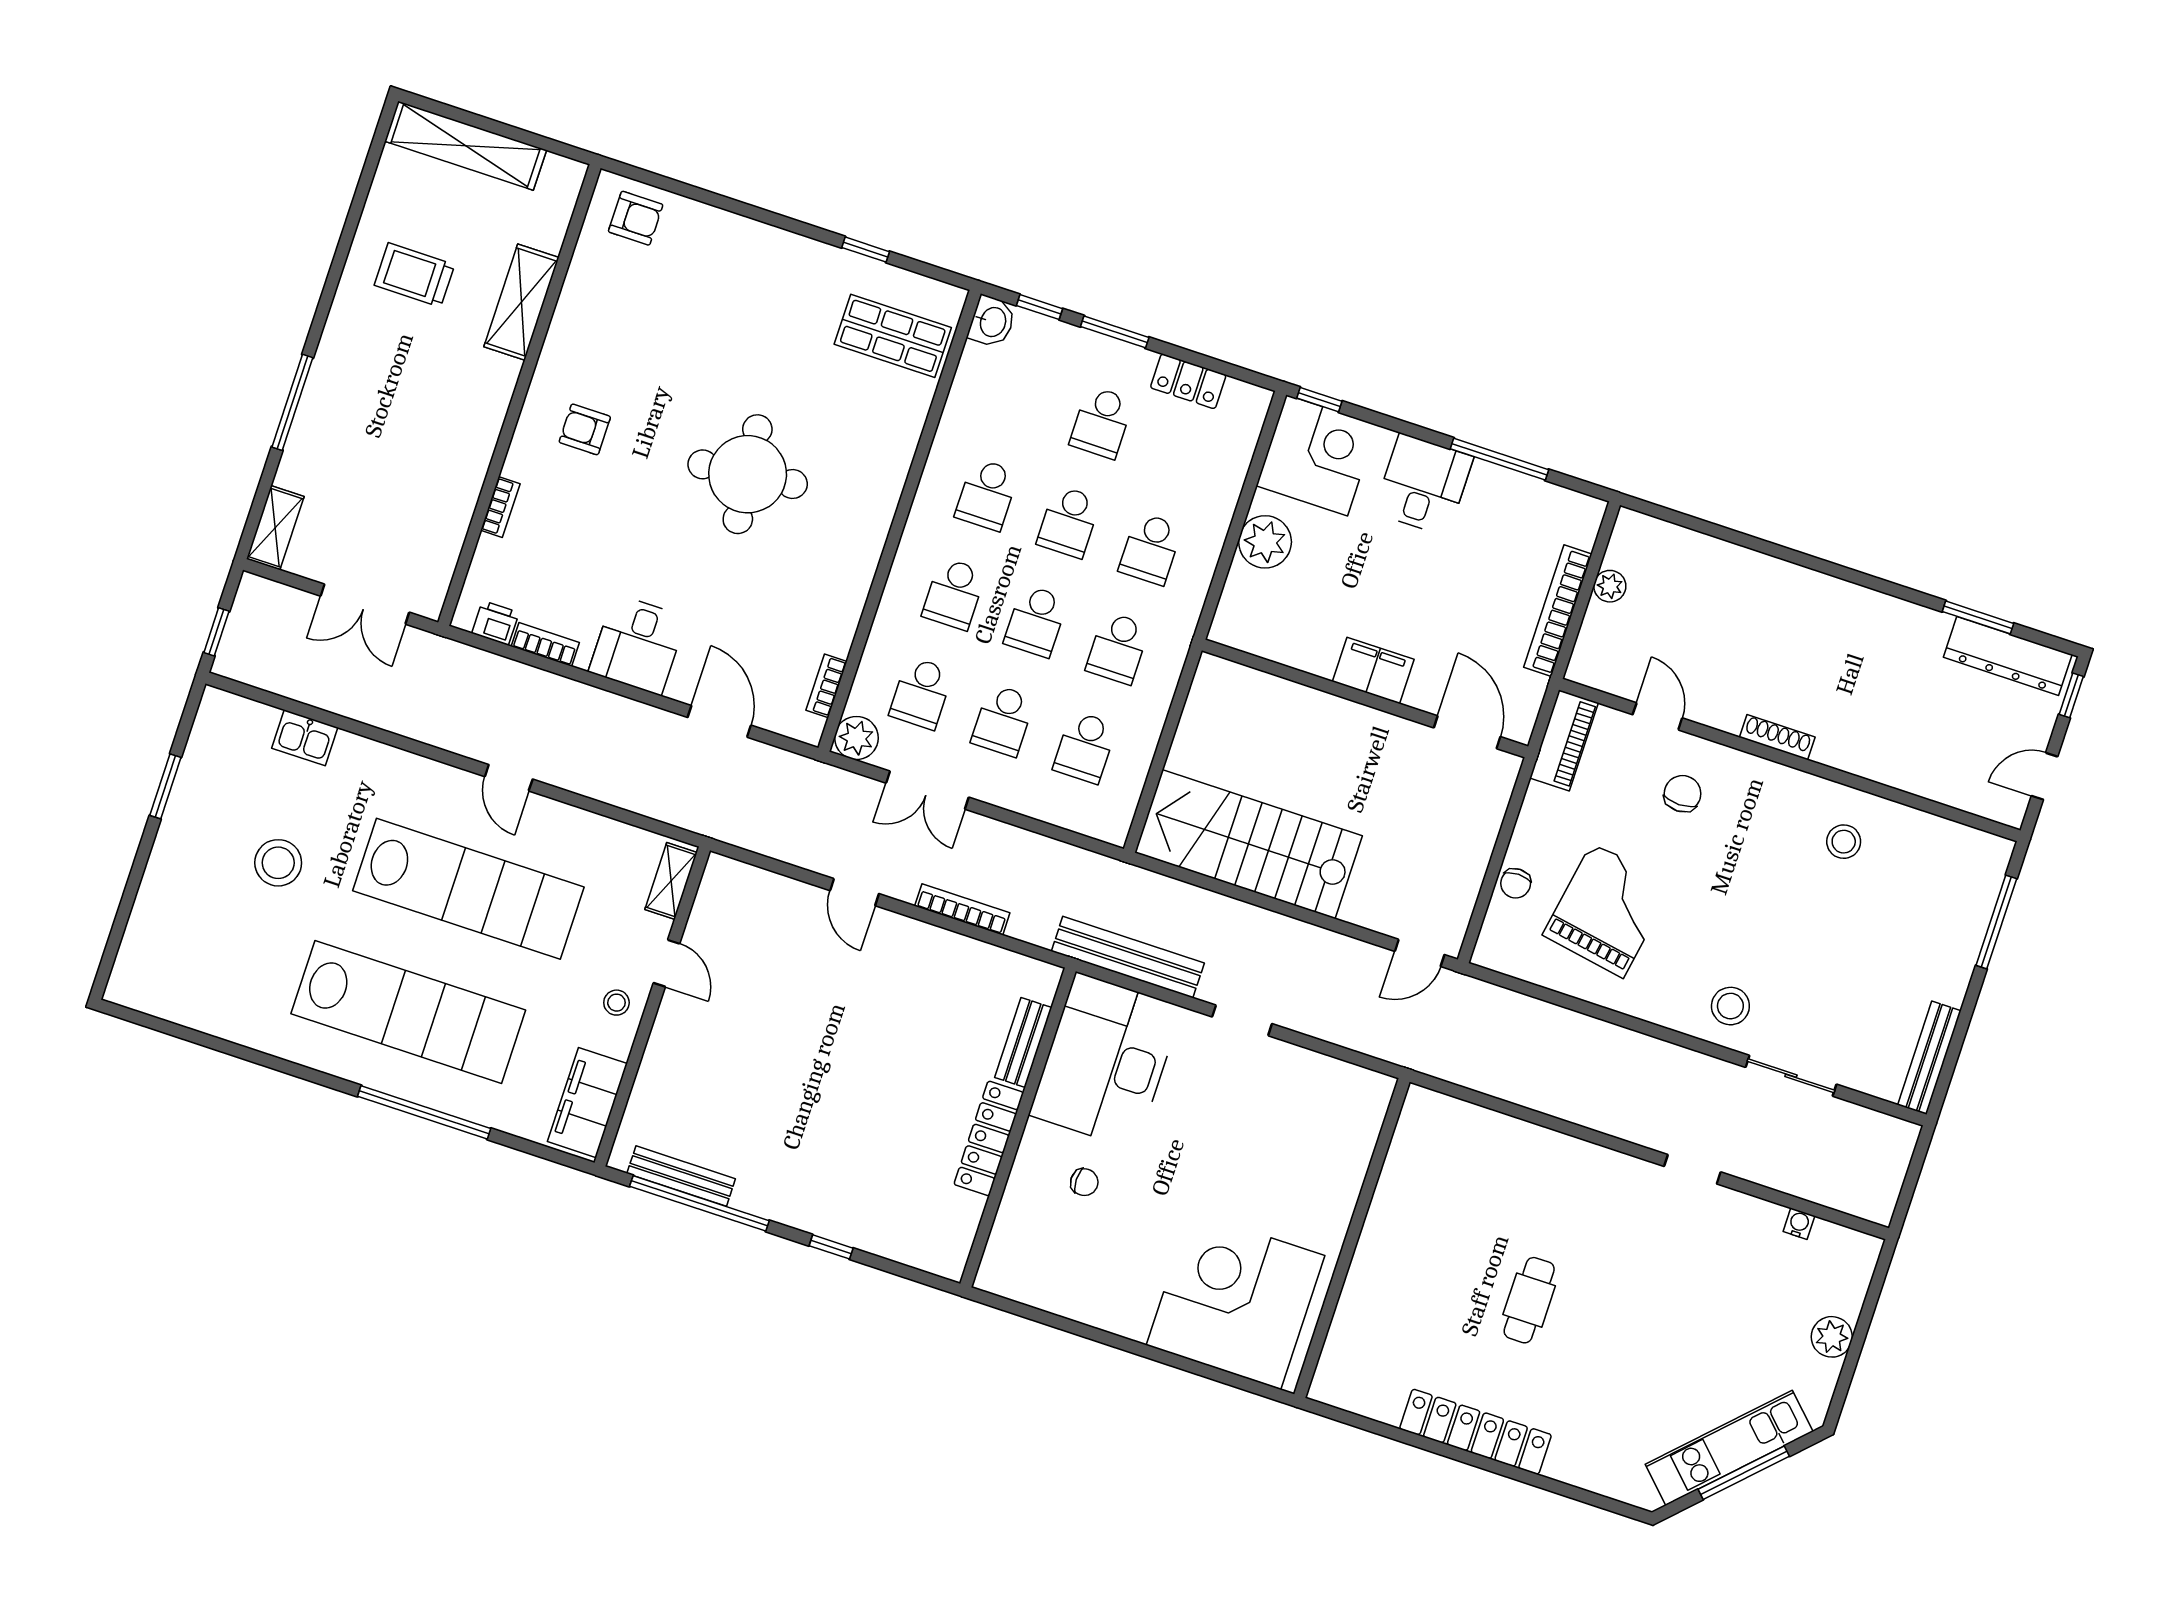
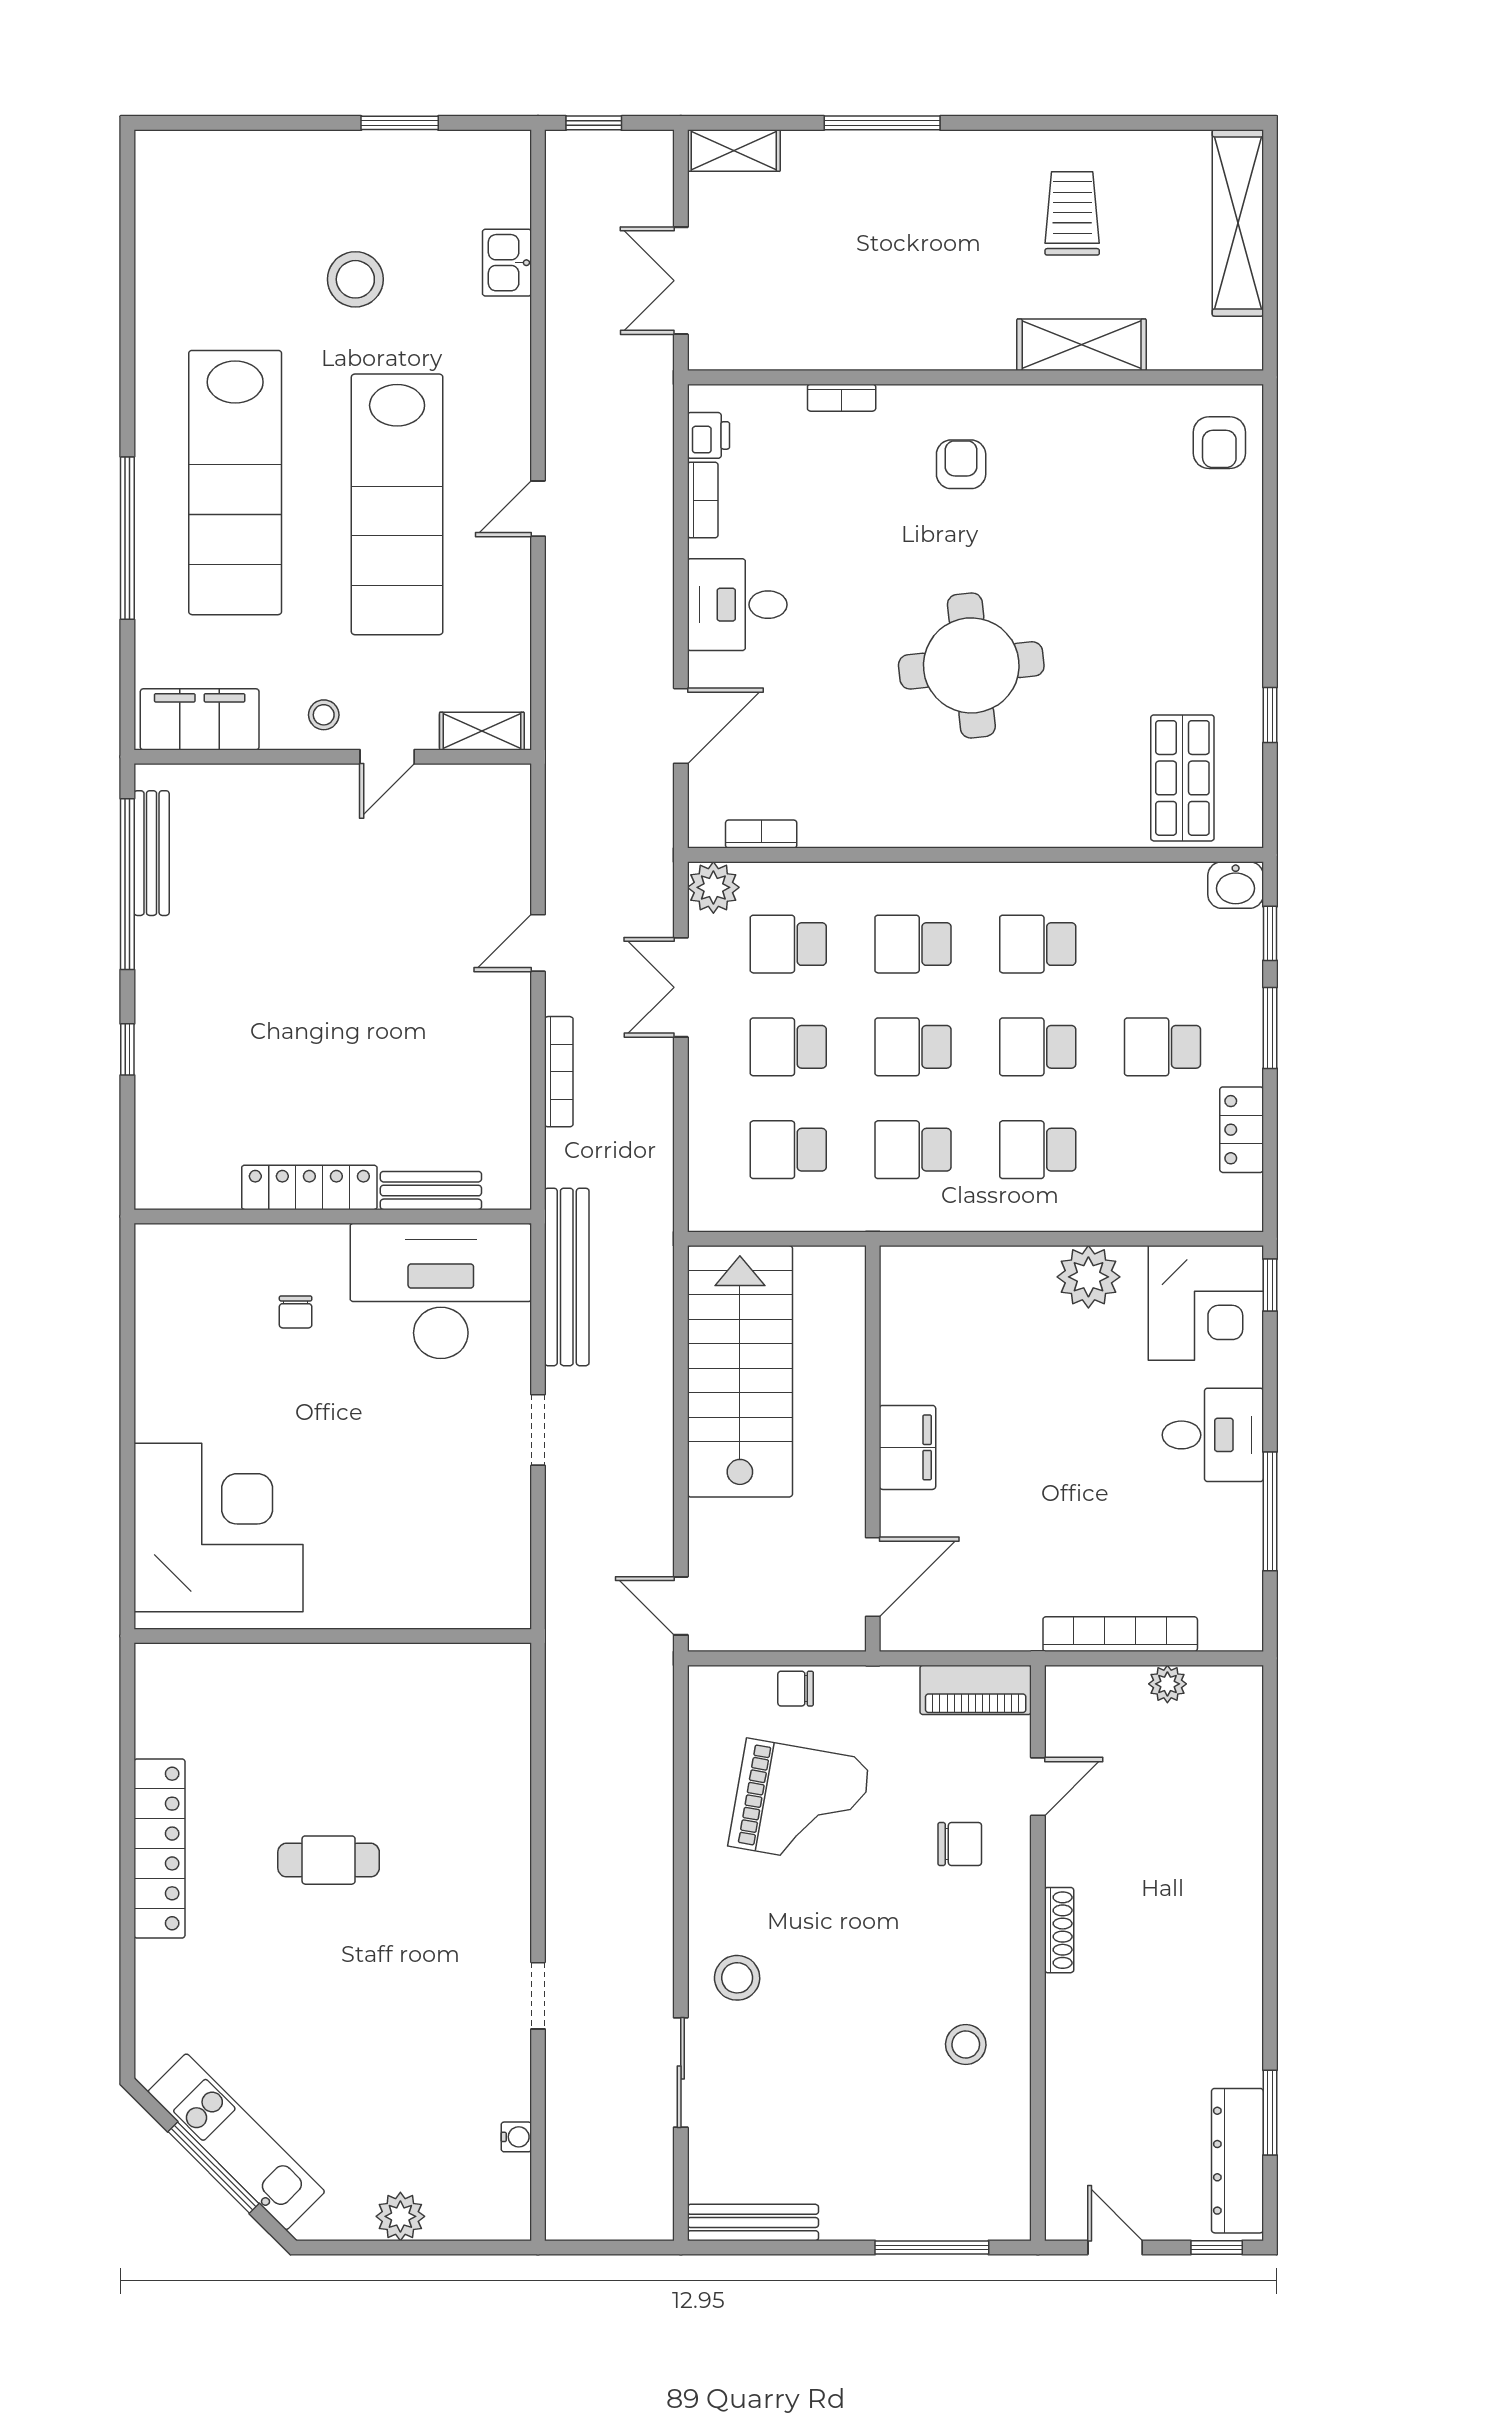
filing cabinet: (1373, 670) -> (907, 1447), moved
wall: (1365, 698) -> (873, 1449), moved
door: (1467, 732) -> (873, 1577), moved

